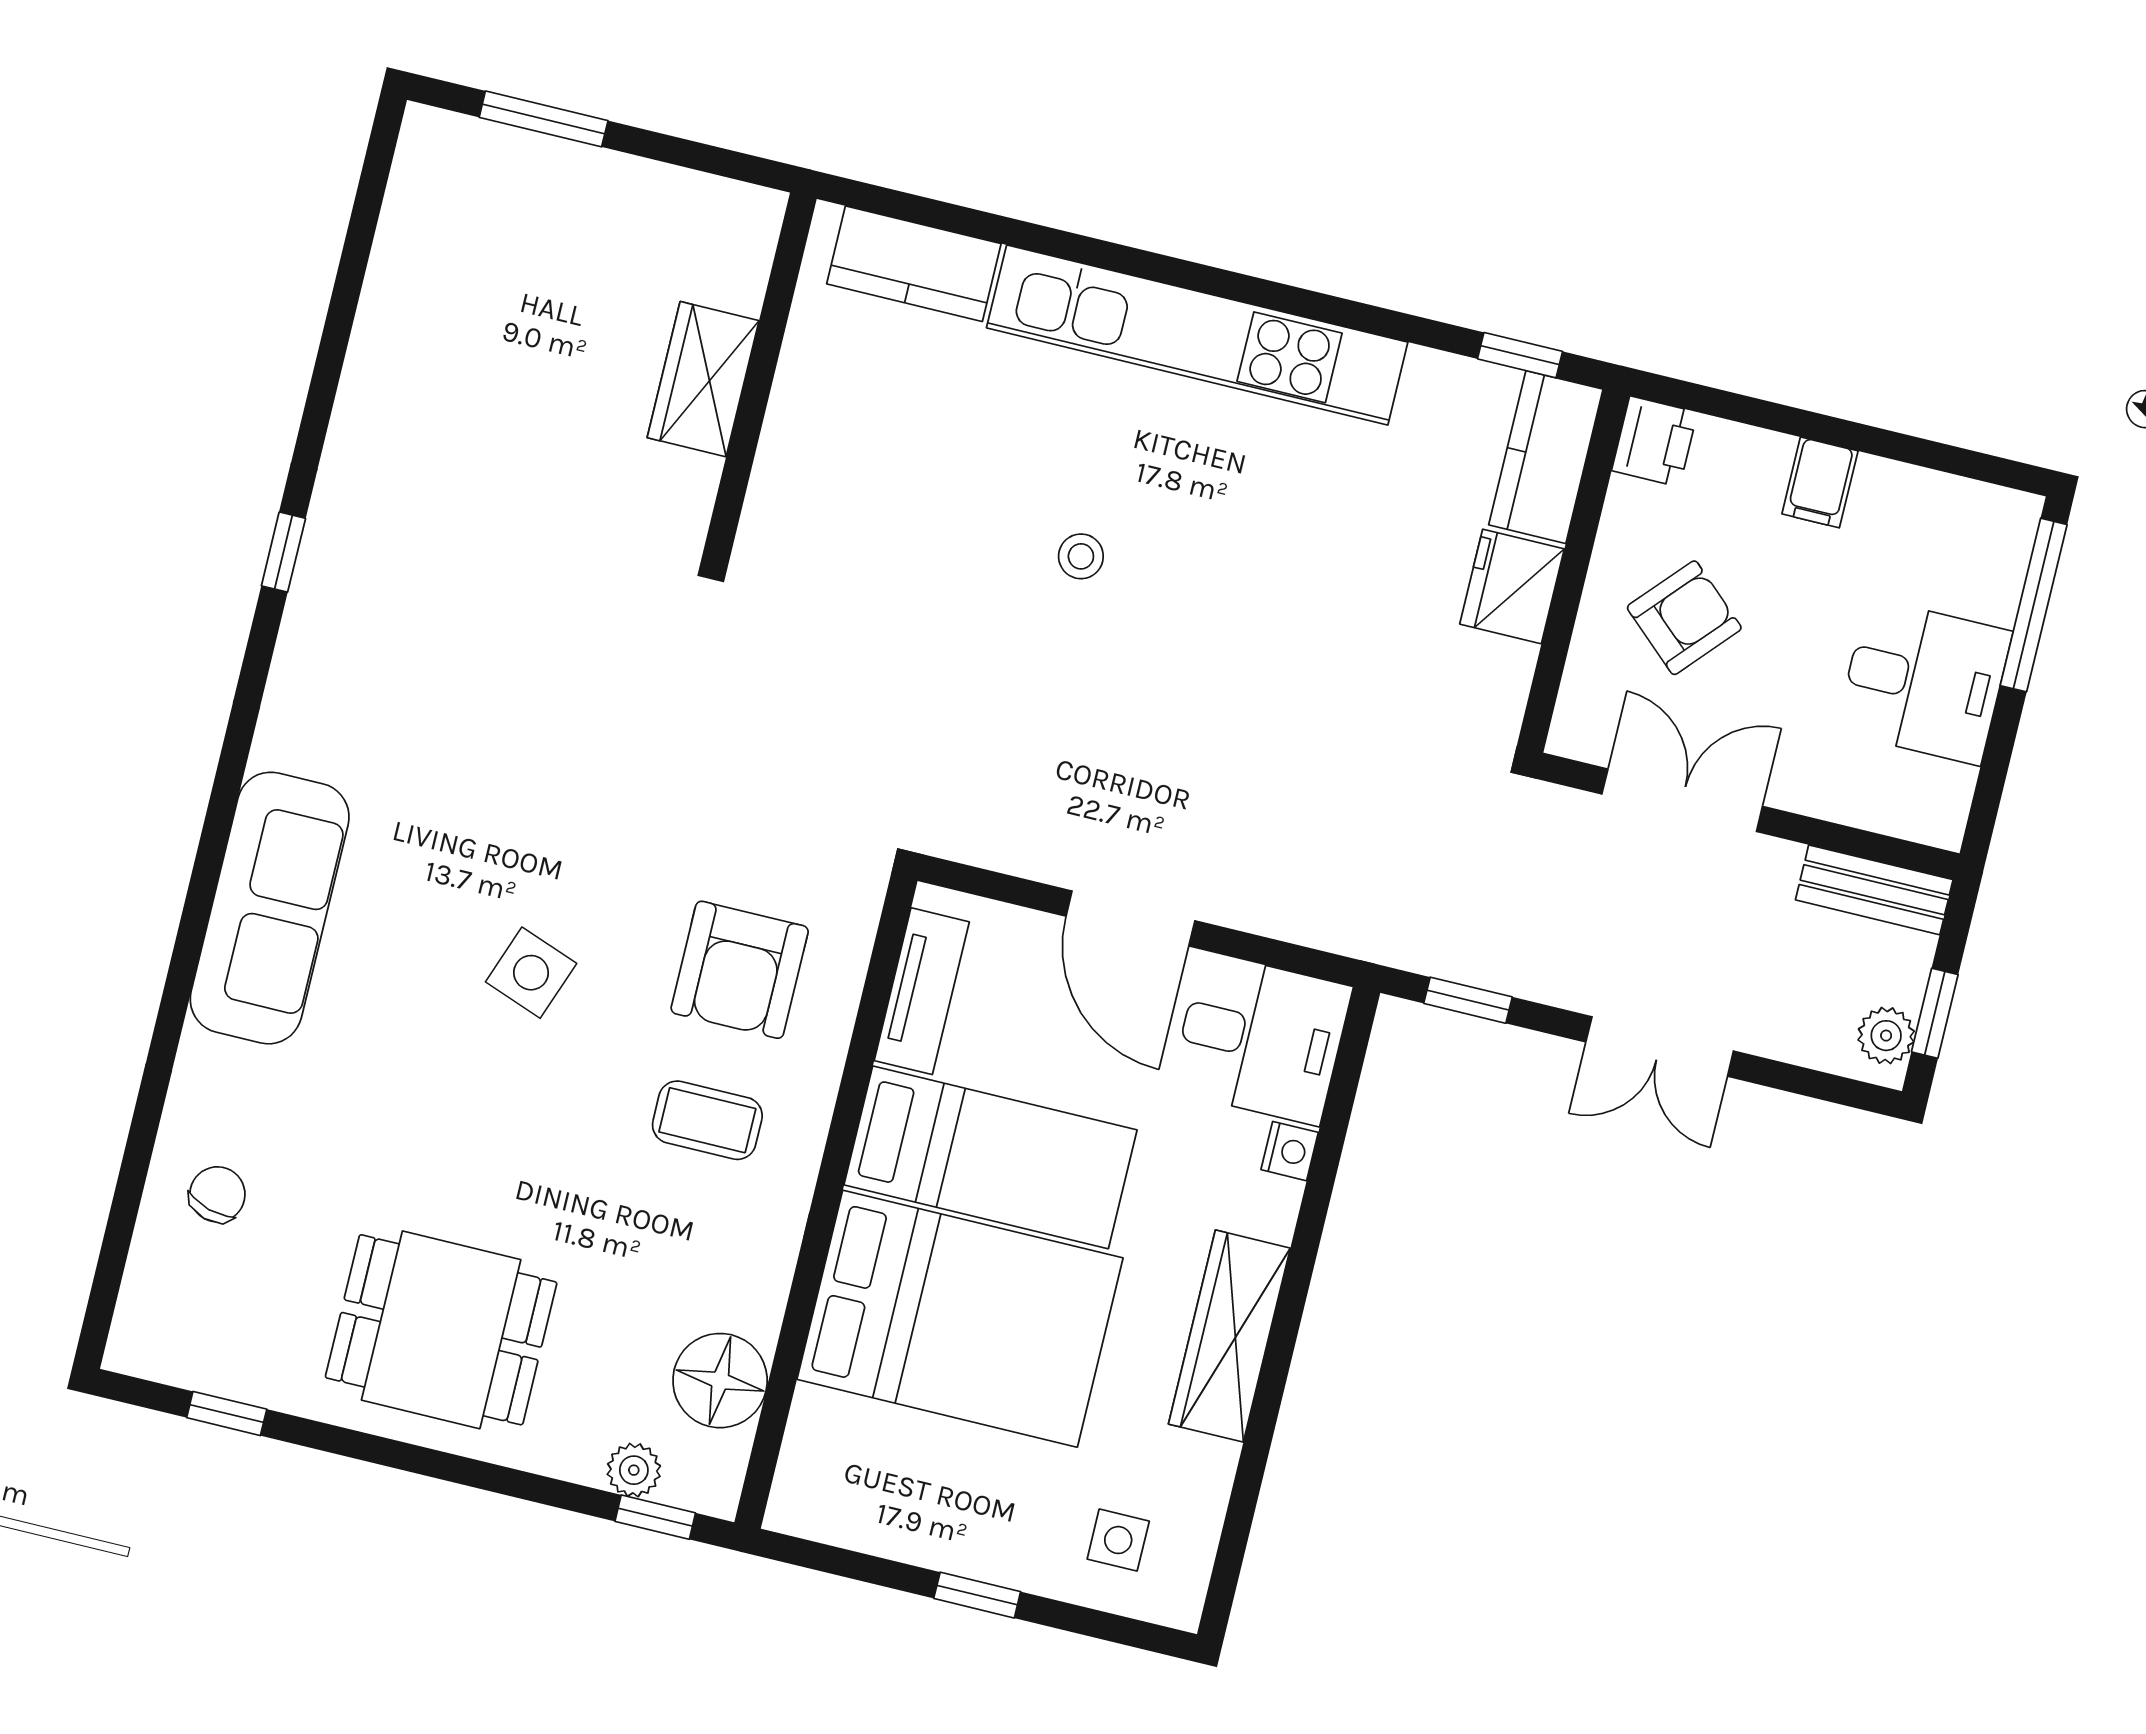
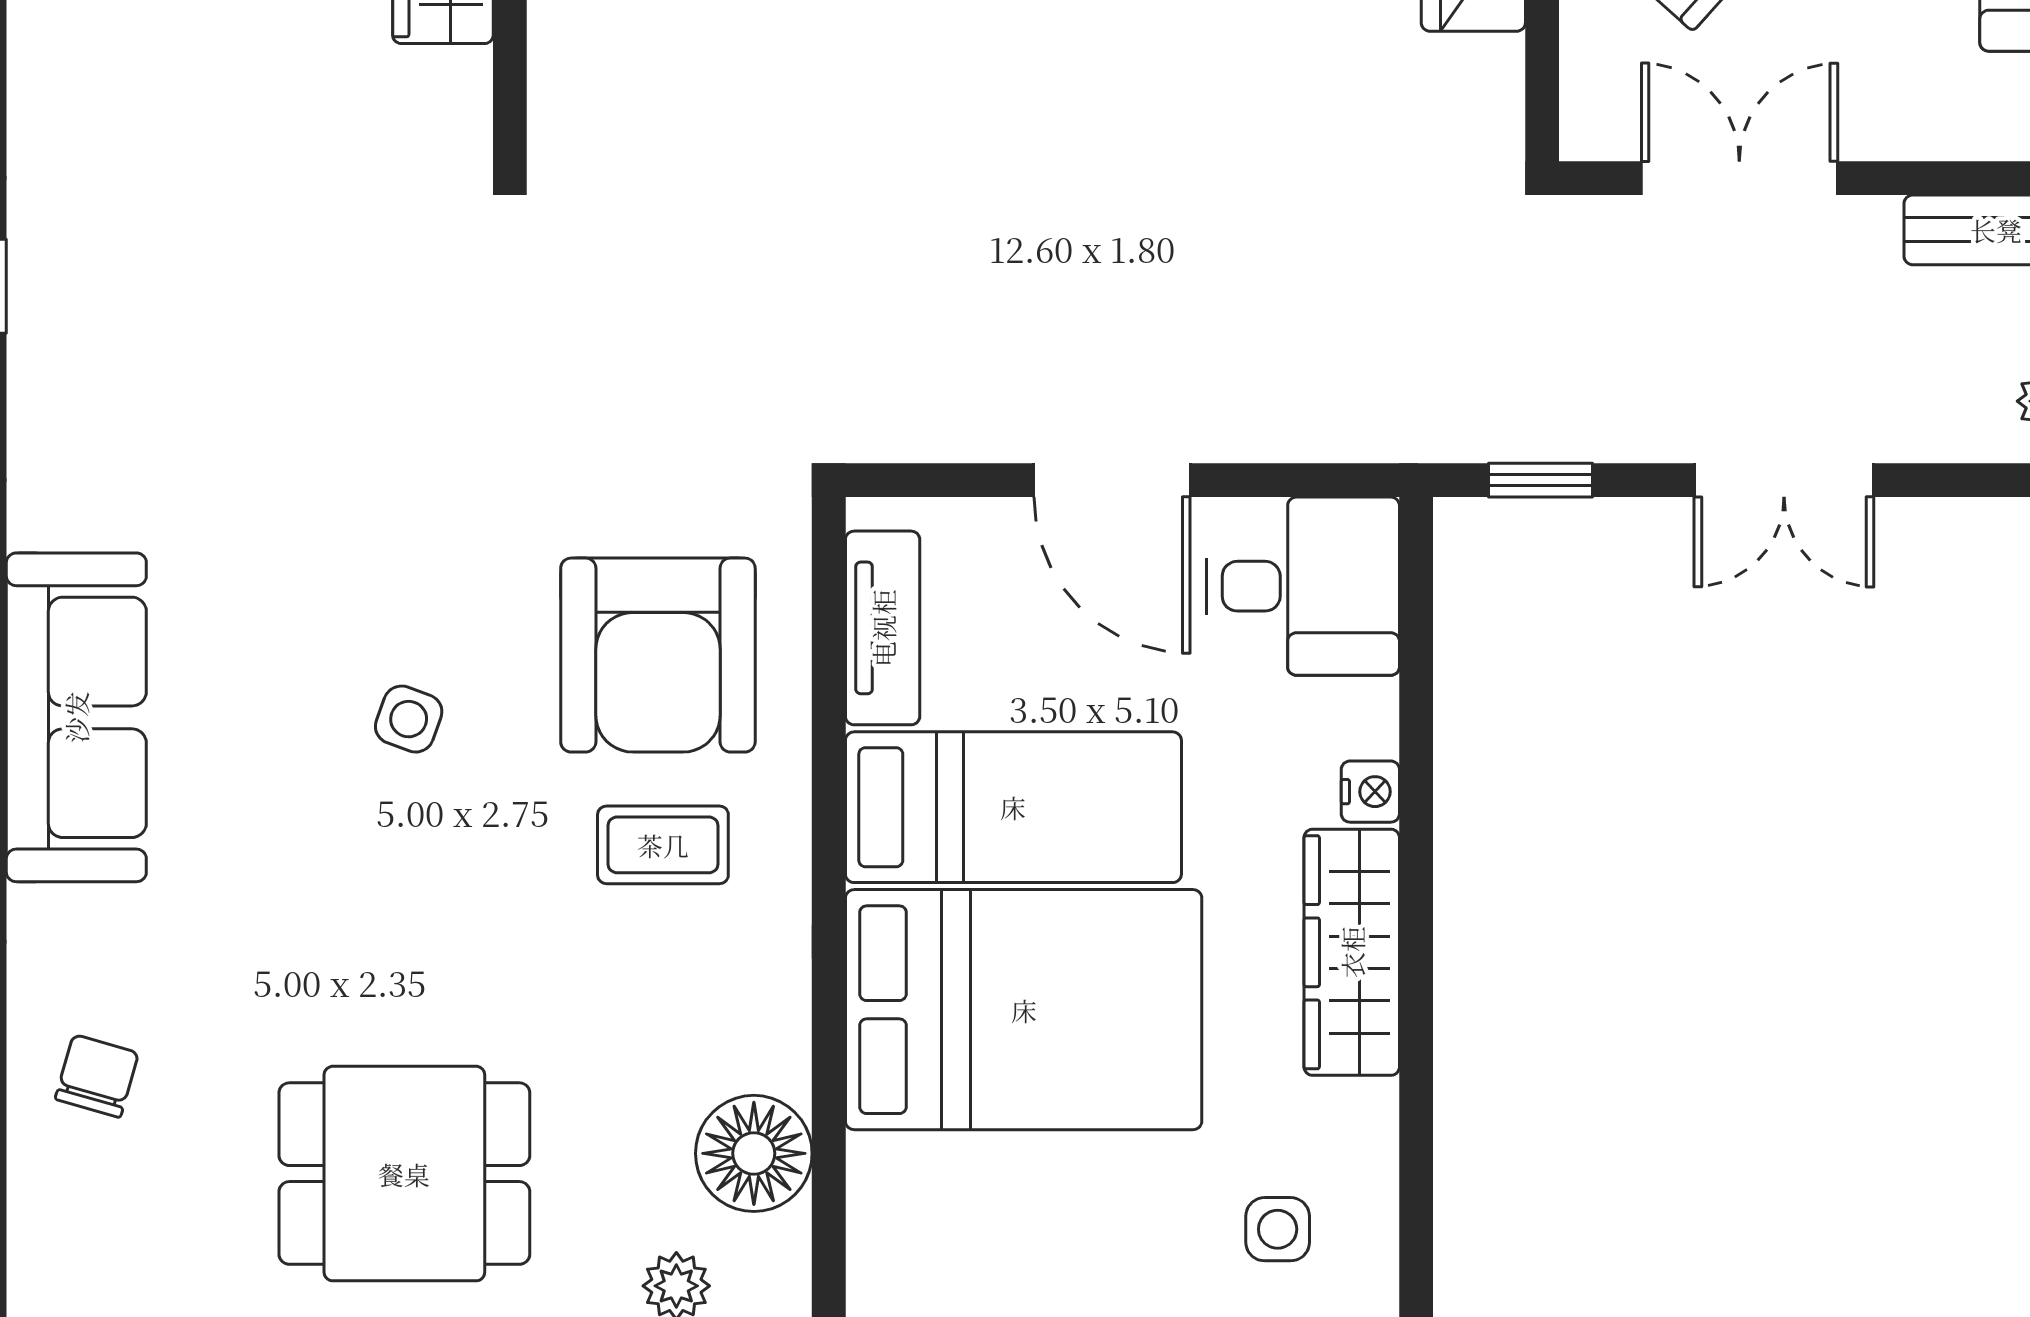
stool: (1081, 556) -> (947, 60), removed
armchair: (740, 970) -> (658, 655), width x1.36, depth x1.36
side table: (531, 973) -> (409, 719), width x0.73, depth x0.73
nightstand: (1290, 1151) -> (1370, 792), moved

